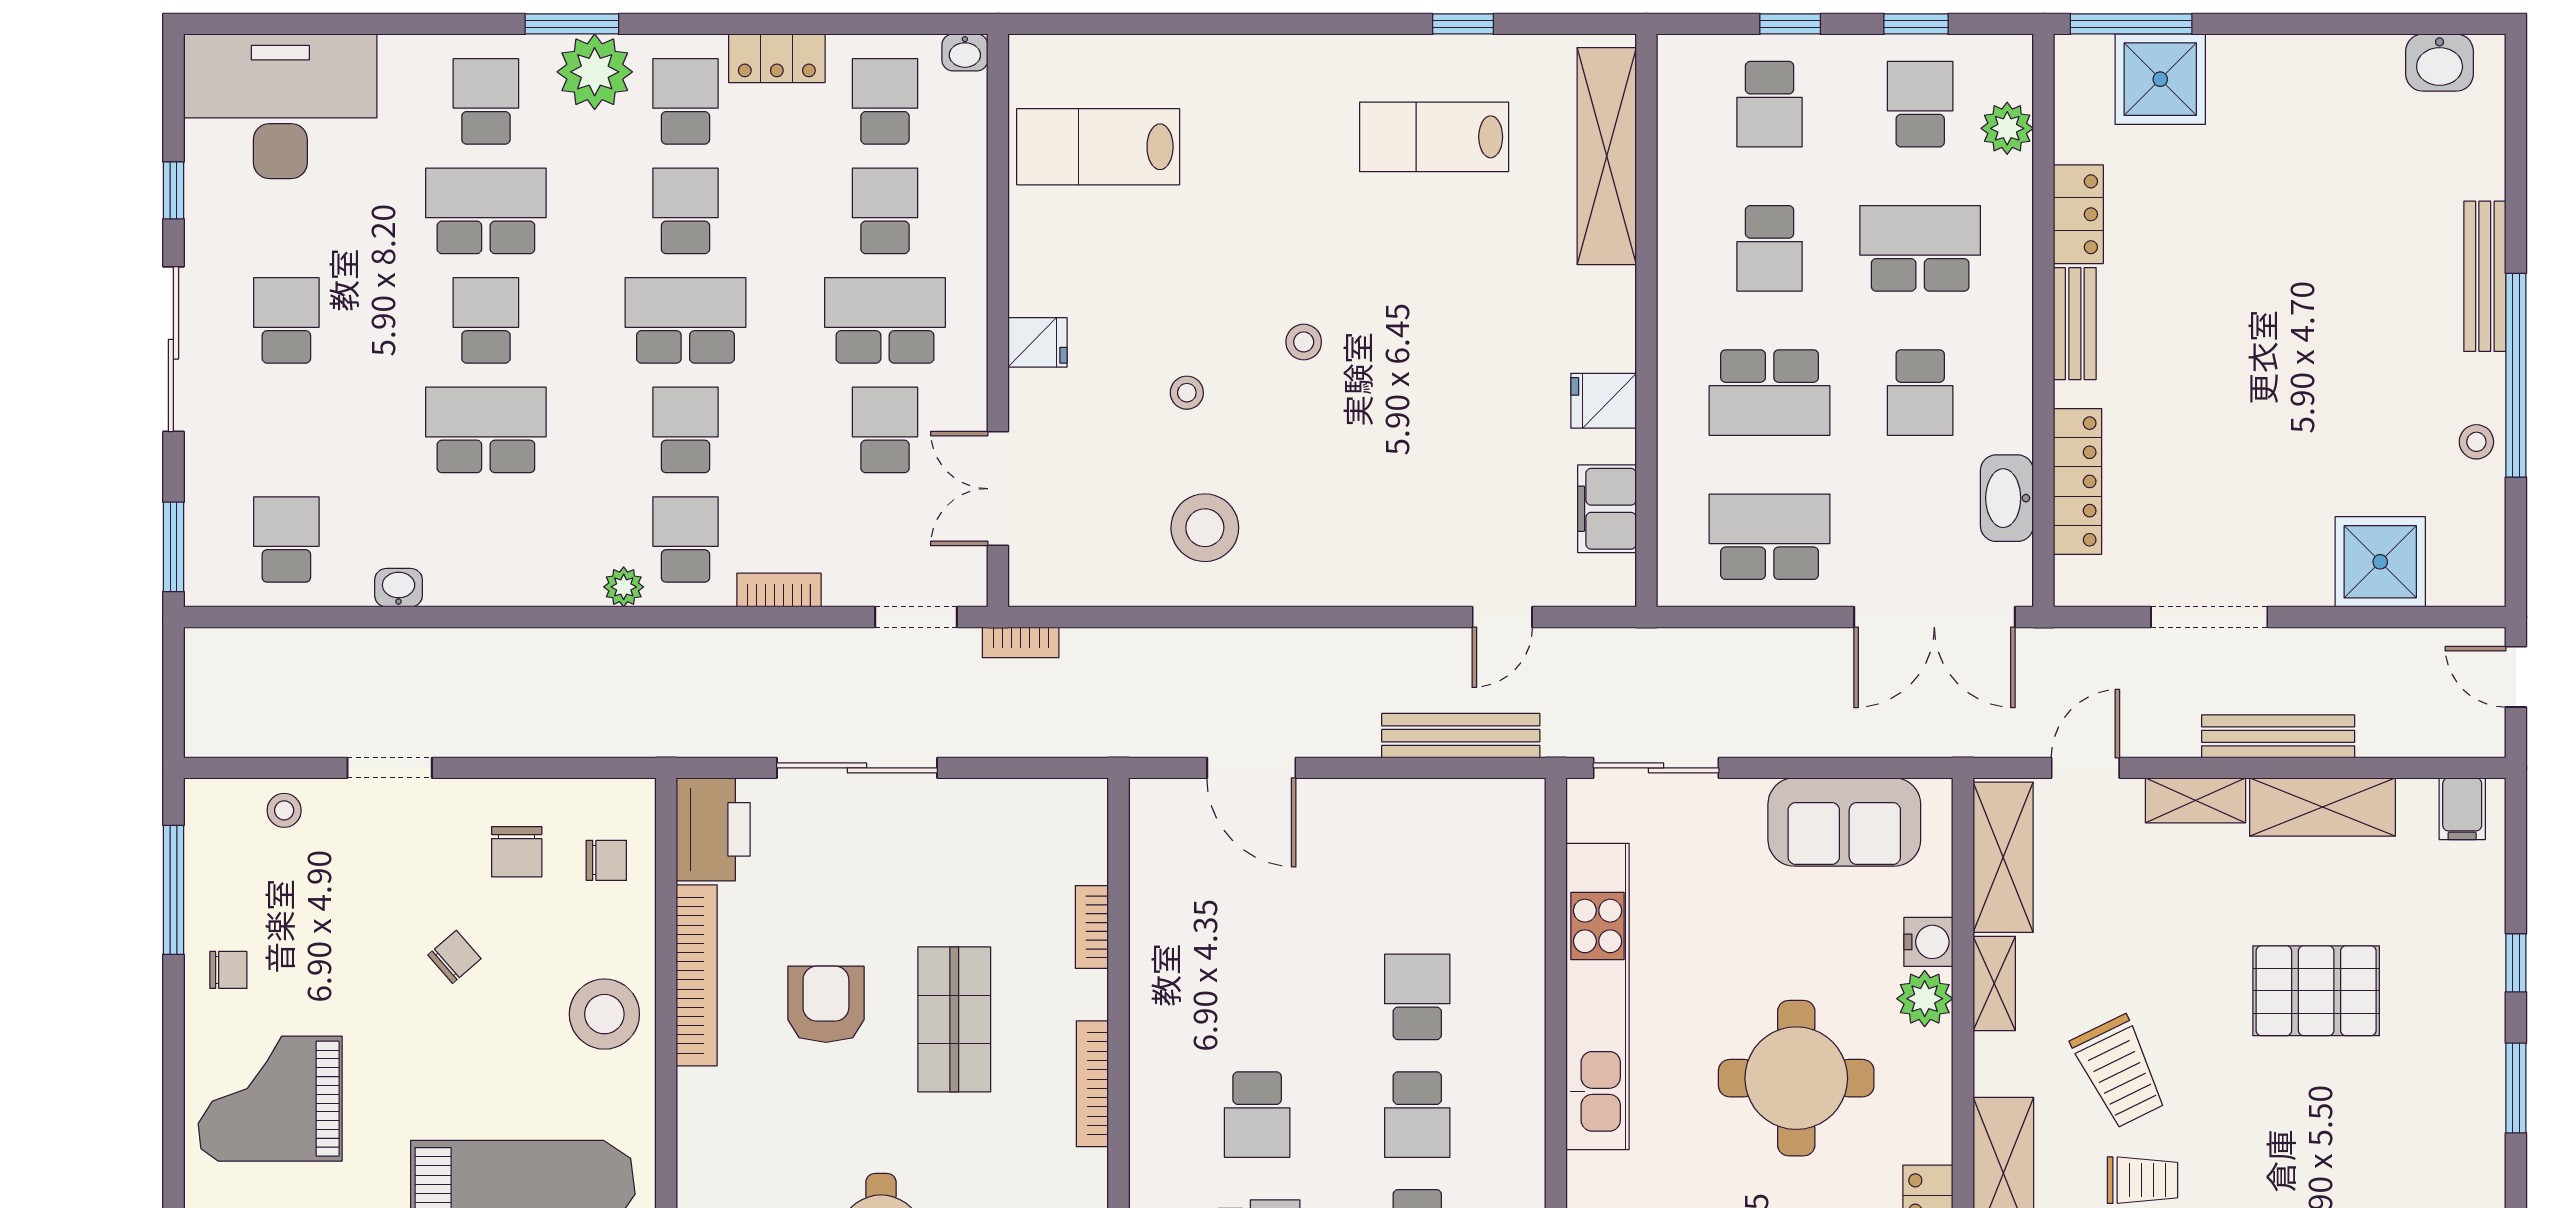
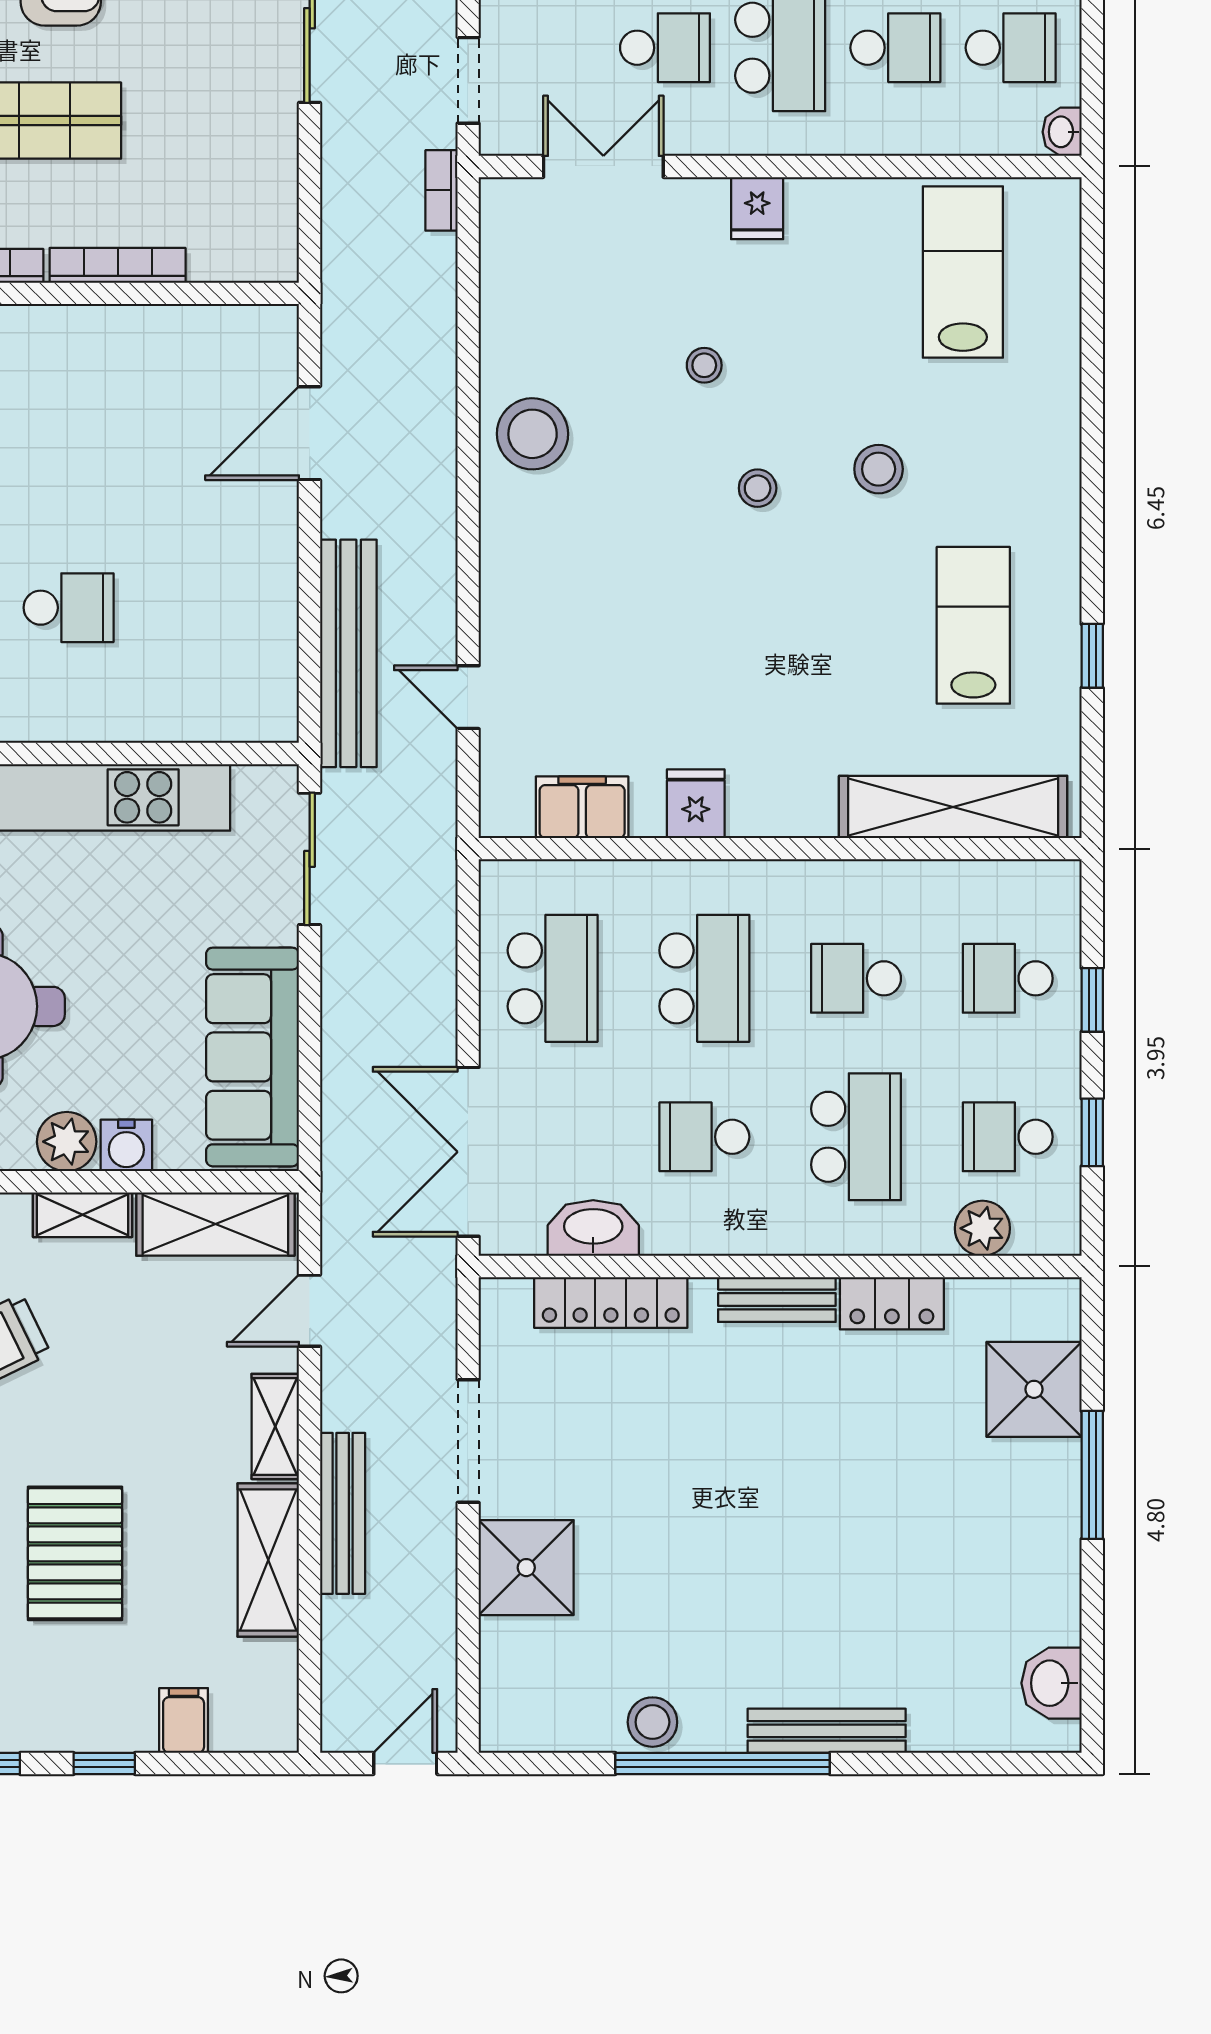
window: (2131, 24) -> (1092, 1475), moved
school desk: (1920, 104) -> (1008, 1137), turned 180
stool: (1286, 227) -> (879, 469), added
school desk: (1770, 393) -> (704, 978), turned 180
stool: (2476, 442) -> (652, 1722), width x1.37, depth x1.37
stool: (1205, 528) -> (533, 434), moved
shower: (2380, 562) -> (526, 1568), moved
bench: (1461, 736) -> (348, 653), width x1.37, depth x1.21
door: (2085, 768) -> (310, 1311), swing flipped
filing cabinet: (2462, 809) -> (184, 1720), moved, turned 90
sofa: (1844, 822) -> (252, 1057), width x1.36
bookcase: (1092, 927) -> (118, 265), width x1.56

